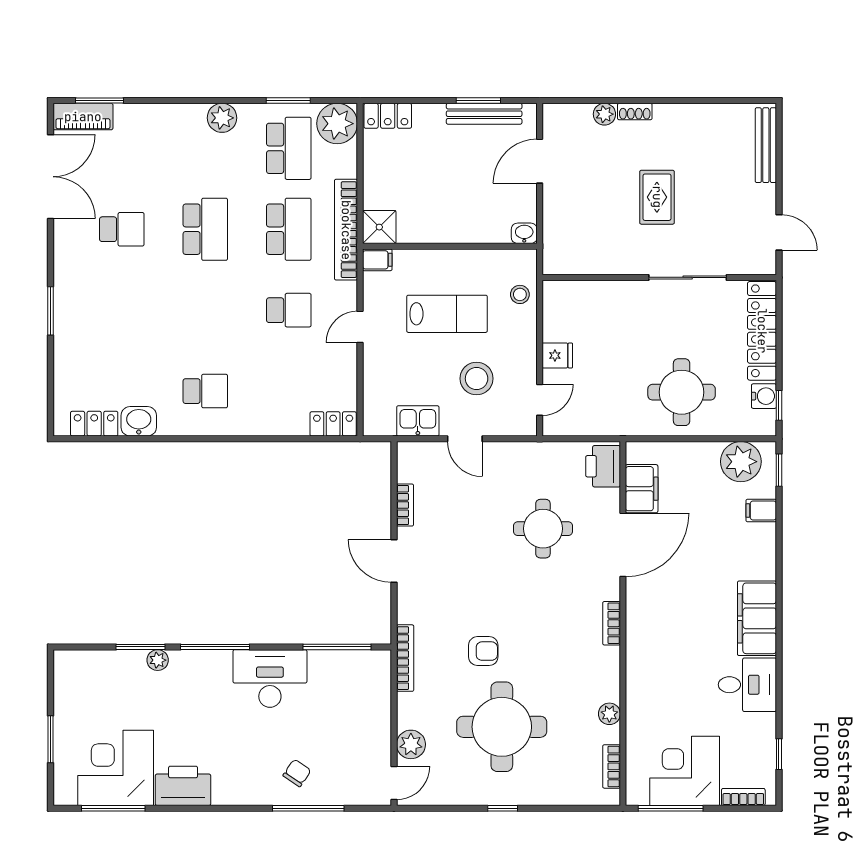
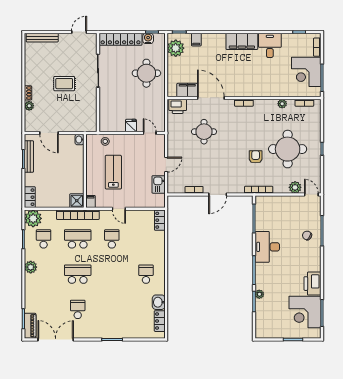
school desk: (289, 148) -> (44, 239), width x0.54
stool: (477, 379) -> (141, 160), removed

